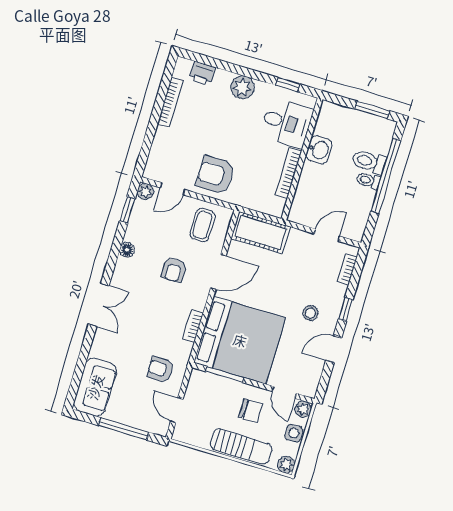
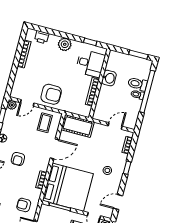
armchair: (216, 175) -> (51, 94), turned 180
armchair: (174, 270) -> (18, 159), moved
door: (334, 349) -> (118, 202), moved

